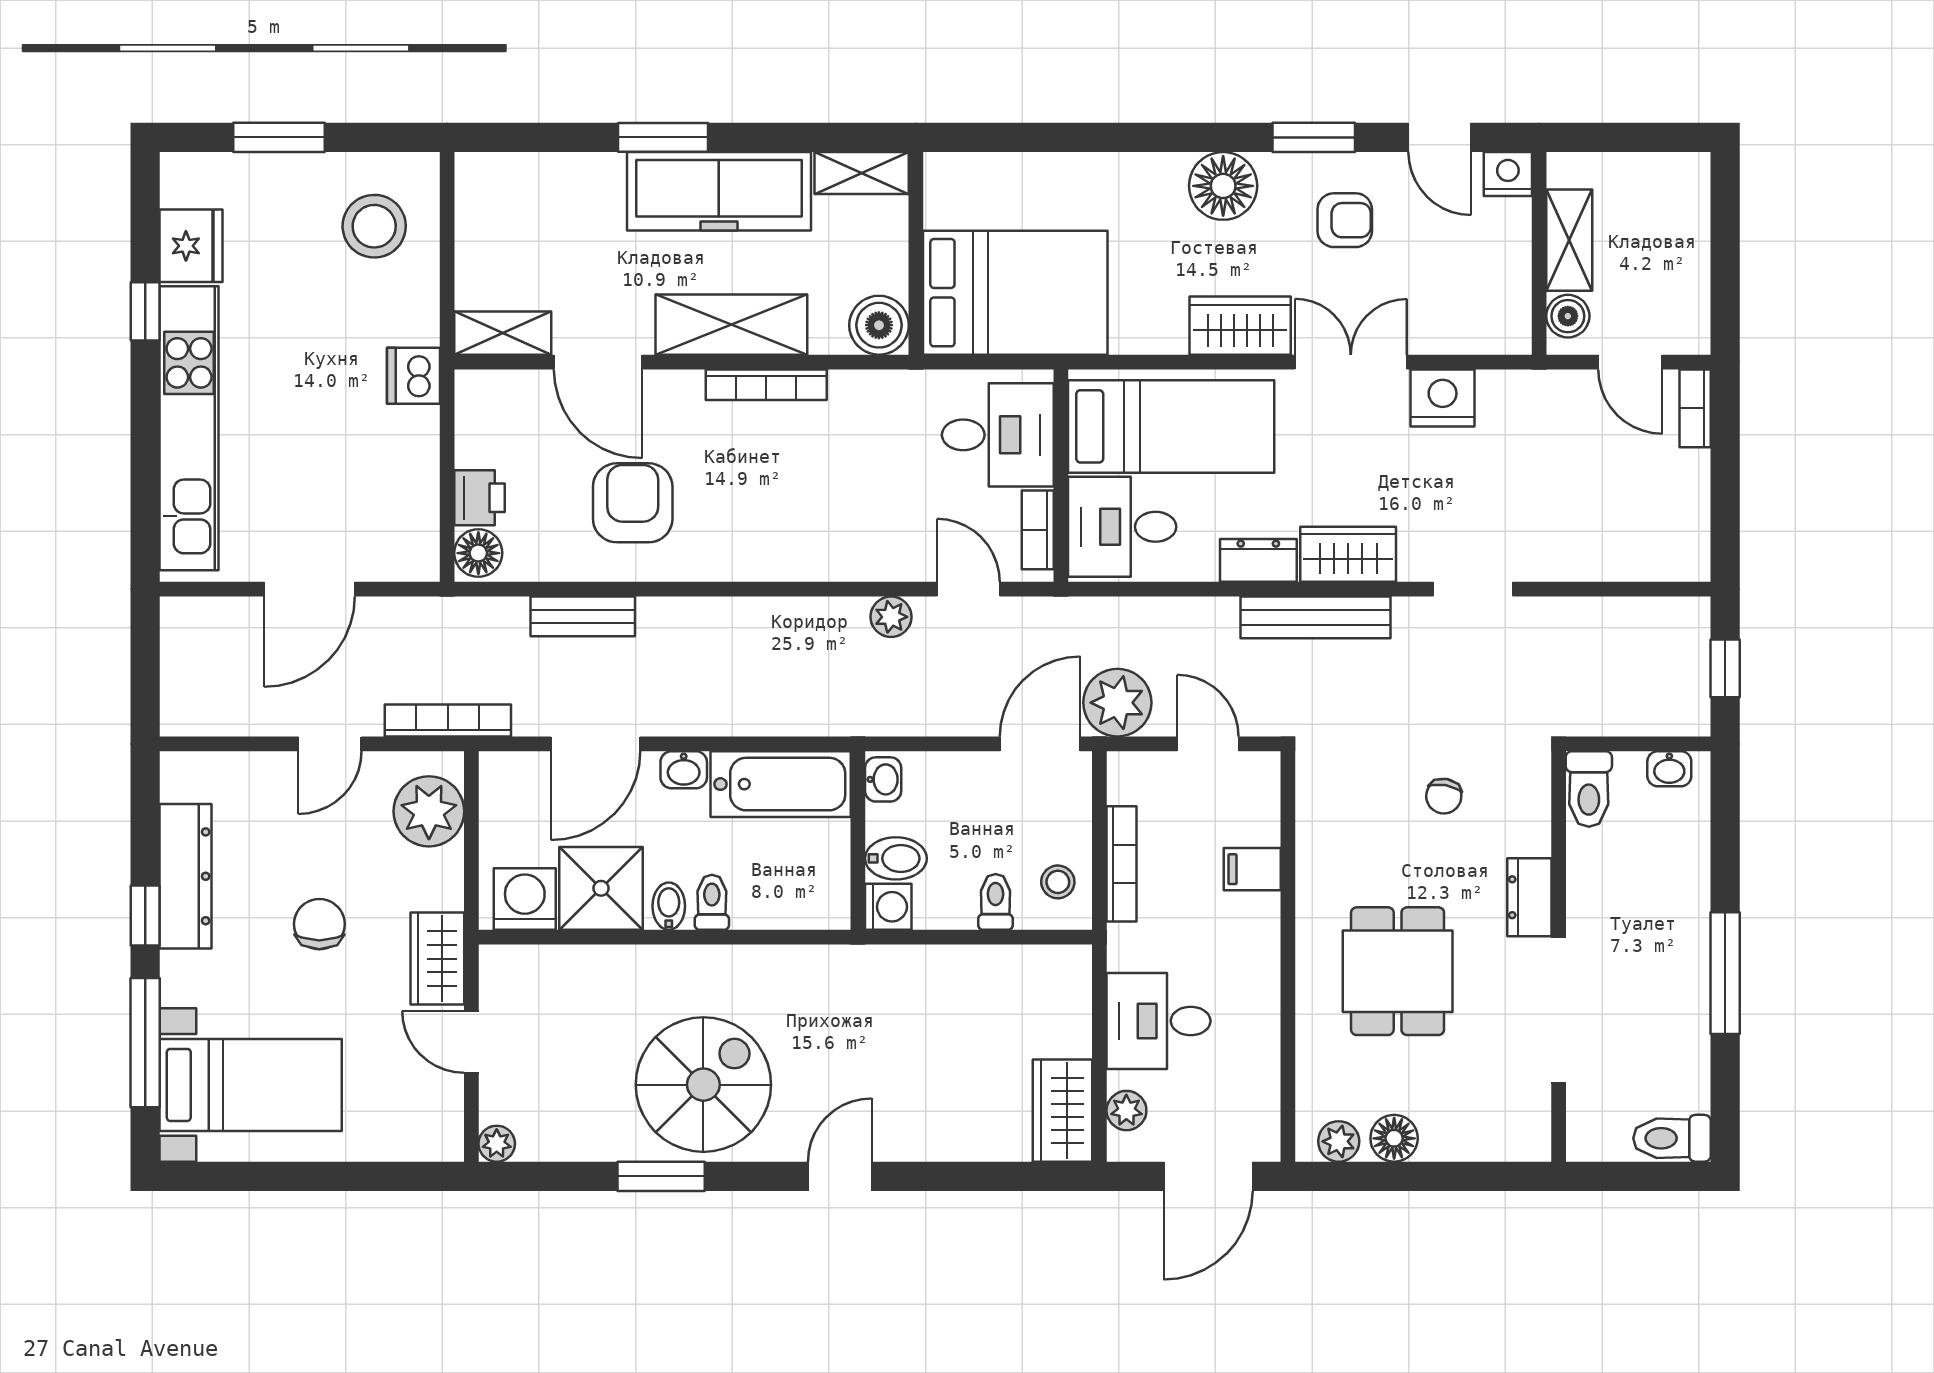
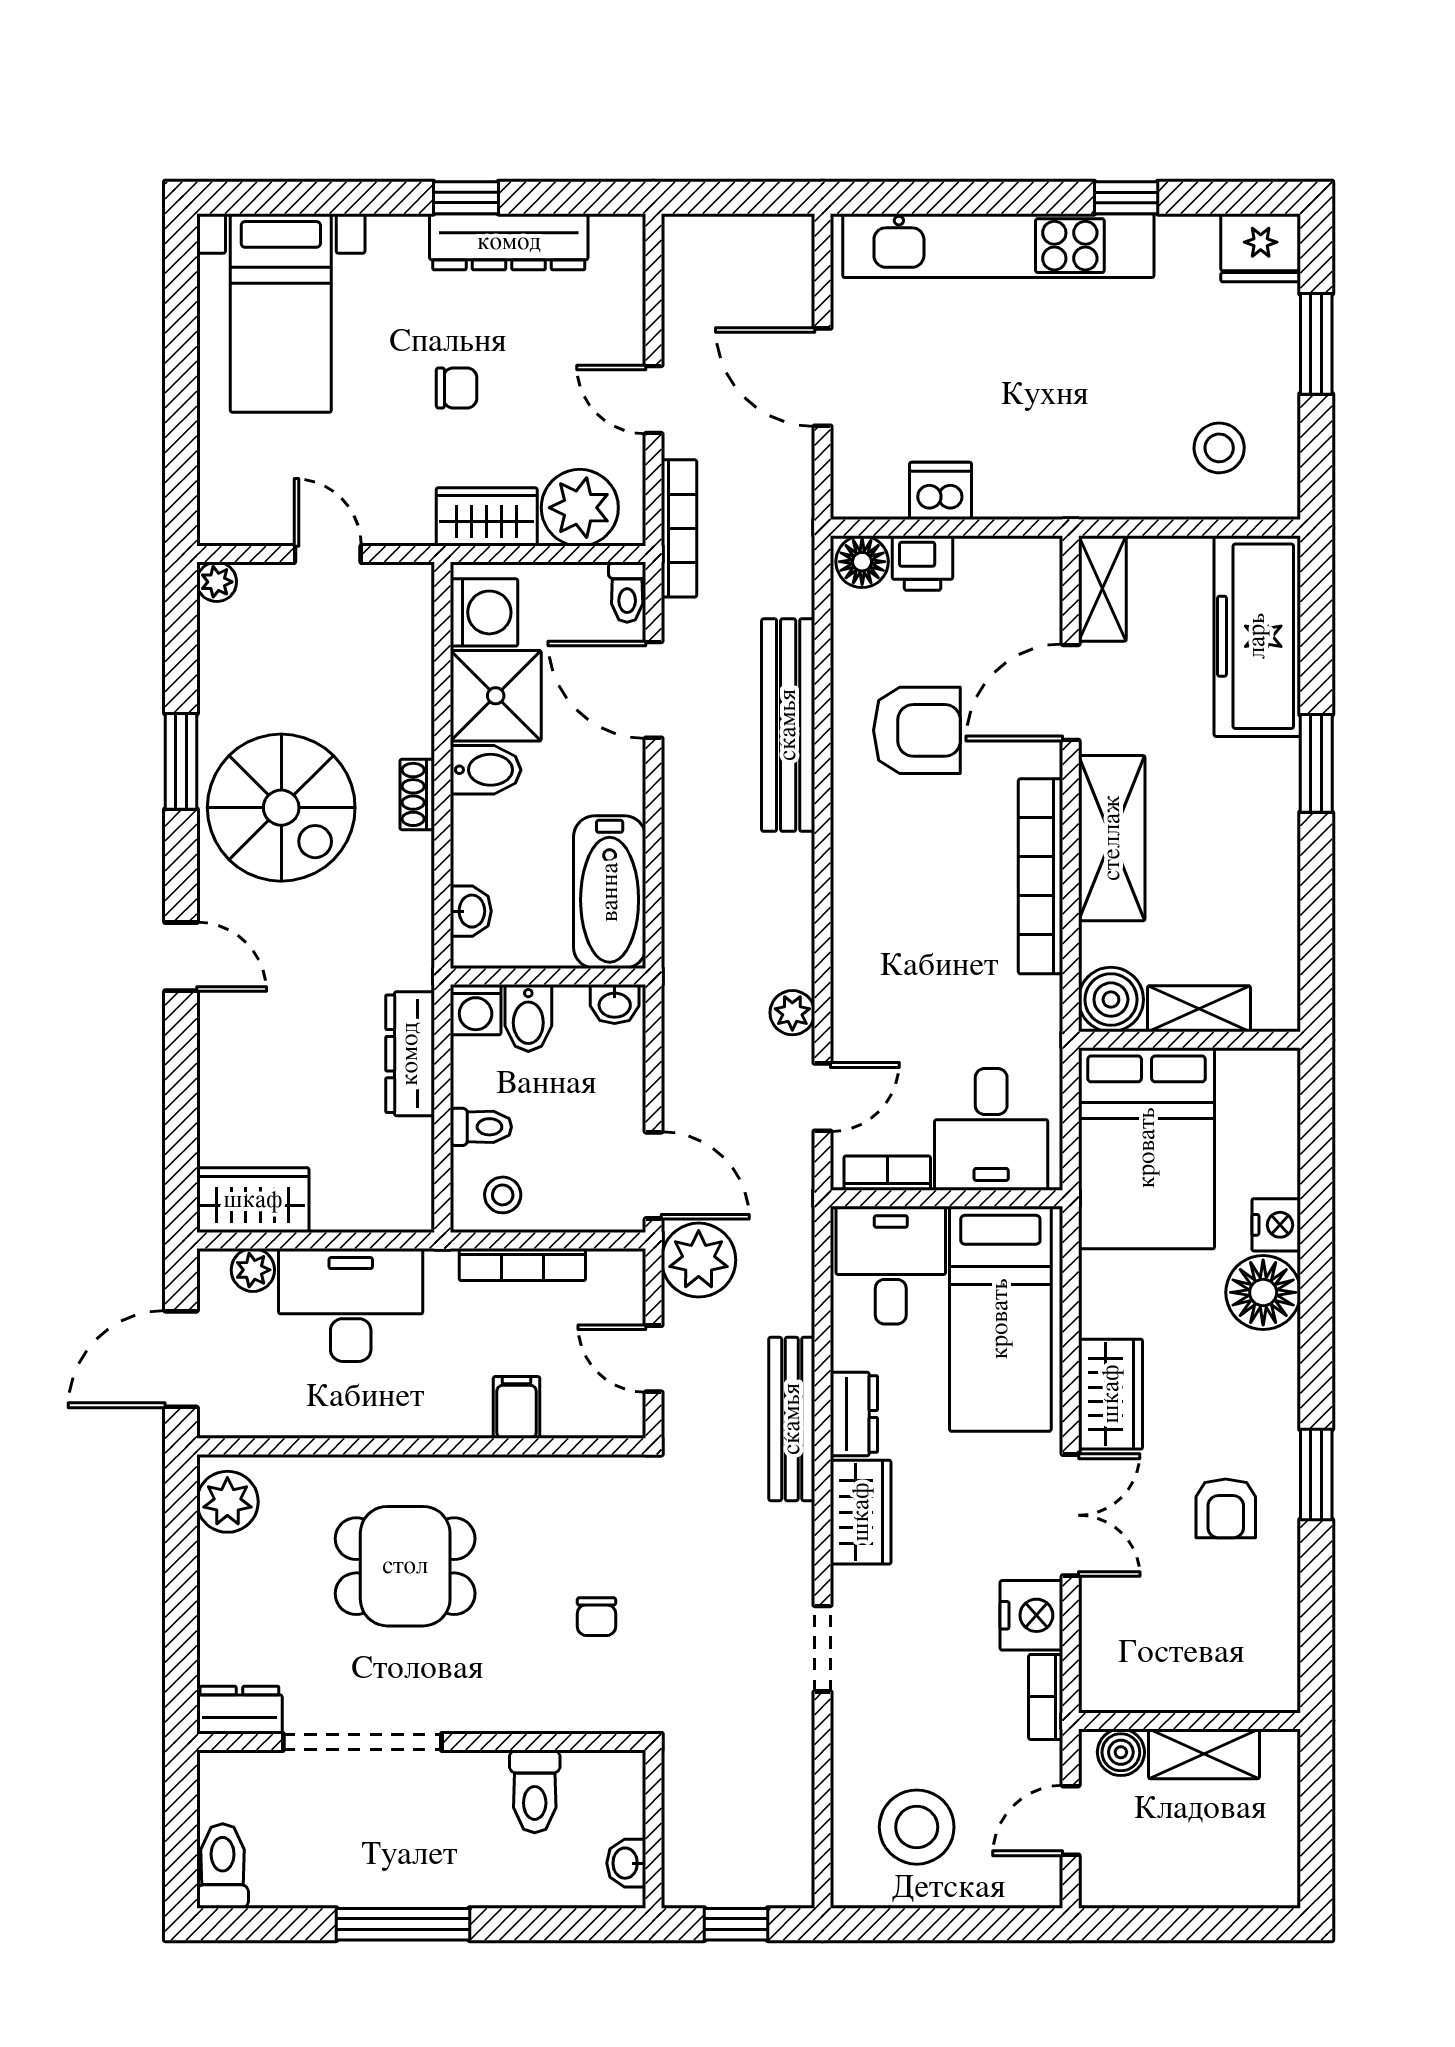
door: (1440, 137) -> (1316, 1612), removed
shelving: (862, 173) -> (1199, 1009), moved, turned 90
nightstand: (1508, 174) -> (1276, 1225), moved
floor lamp: (1223, 186) -> (1263, 1292), moved
freezer: (719, 191) -> (1257, 636), moved
stool: (374, 226) -> (1219, 448), width x0.73, depth x0.73
fridge: (191, 246) -> (1261, 248), moved
dishwasher: (414, 376) -> (941, 491), moved
bookcase: (766, 385) -> (1041, 876), width x1.48, depth x1.31
bookcase: (1695, 408) -> (1046, 1697), moved, turned -90
stool: (1636, 503) -> (917, 1827), added
bench: (583, 616) -> (788, 725), width x1.86, depth x1.21
bench: (1316, 617) -> (792, 1419), moved
door: (1208, 744) -> (654, 1359), swing flipped
washbasin: (684, 770) -> (471, 911), moved, turned 180
toilet: (1589, 789) -> (535, 1791), moved, turned -90
chair: (1444, 796) -> (596, 1617), turned -100
dresser: (1529, 897) -> (239, 1710), moved
toilet: (712, 902) -> (627, 592), moved, turned 90
bidet: (669, 906) -> (486, 770), width x1.38, depth x1.36
chair: (319, 924) -> (456, 388), width x0.73, depth x0.73
wardrobe: (437, 959) -> (487, 517), moved
shoe rack: (691, 960) -> (417, 794), added
dresser: (929, 967) -> (410, 1054), added
desk: (1159, 1021) -> (351, 1305), width x1.37
door: (471, 1042) -> (328, 554), hinge flipped
window: (145, 1043) -> (327, 198), removed
floor lamp: (1394, 1138) -> (223, 1562), removed
plant: (1339, 1141) -> (227, 1502), width x1.38, depth x1.38
door: (1208, 1176) -> (181, 1359), hinge flipped

